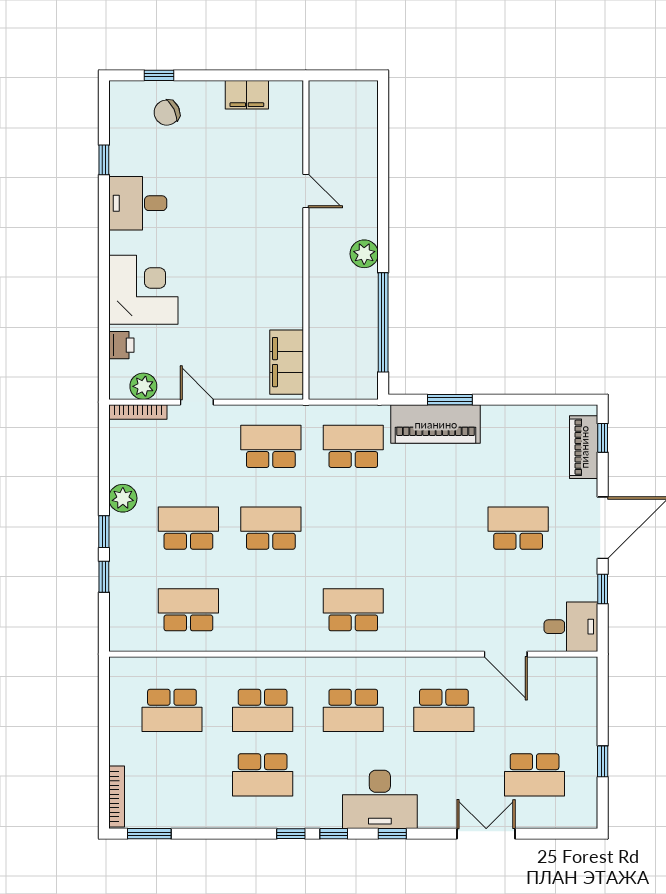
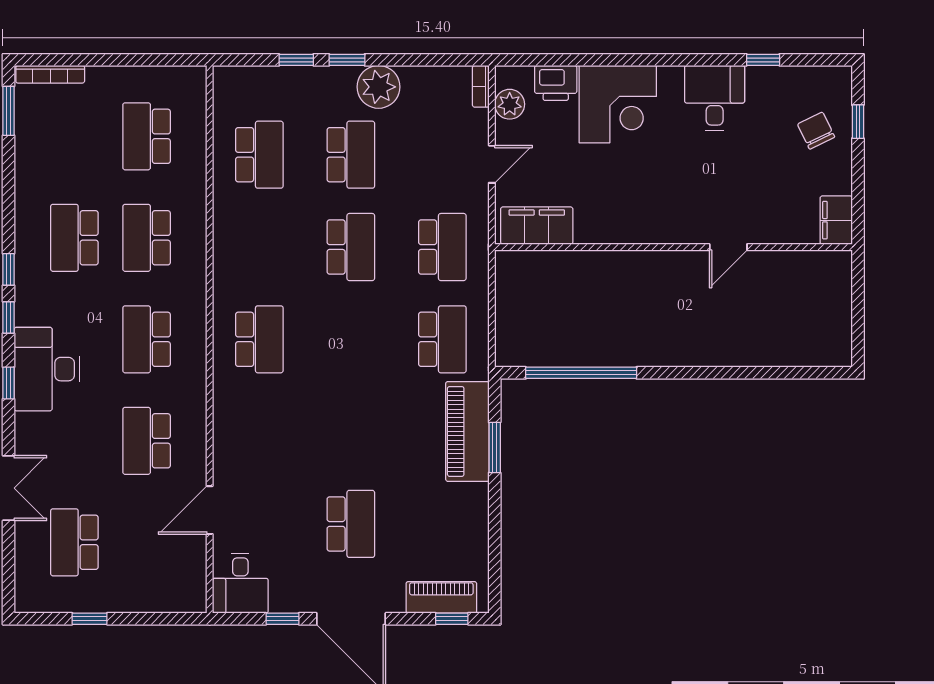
door: (306, 191) -> (728, 247), moved
wall: (306, 240) -> (674, 247), moved
plant: (364, 254) -> (658, 352), removed
printer: (121, 345) -> (556, 83), width x1.36, depth x1.24
filing cabinet: (287, 362) -> (537, 226), moved
bookcase: (138, 412) -> (481, 86), width x0.64
plant: (123, 498) -> (379, 87), width x1.36, depth x1.36

